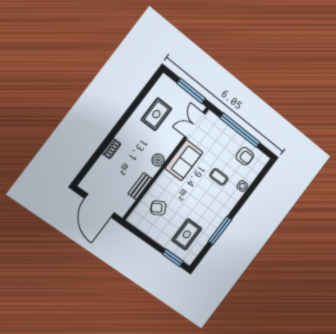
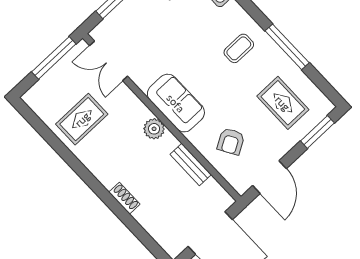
rug: (156, 114) -> (82, 119), turned 90
sofa: (184, 160) -> (176, 103), moved
coffee table: (219, 177) -> (239, 48), moved
door: (141, 235) -> (270, 177), added

